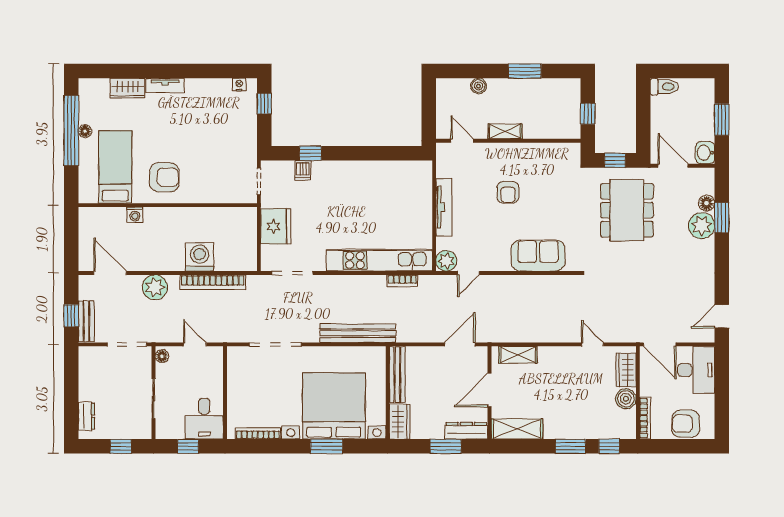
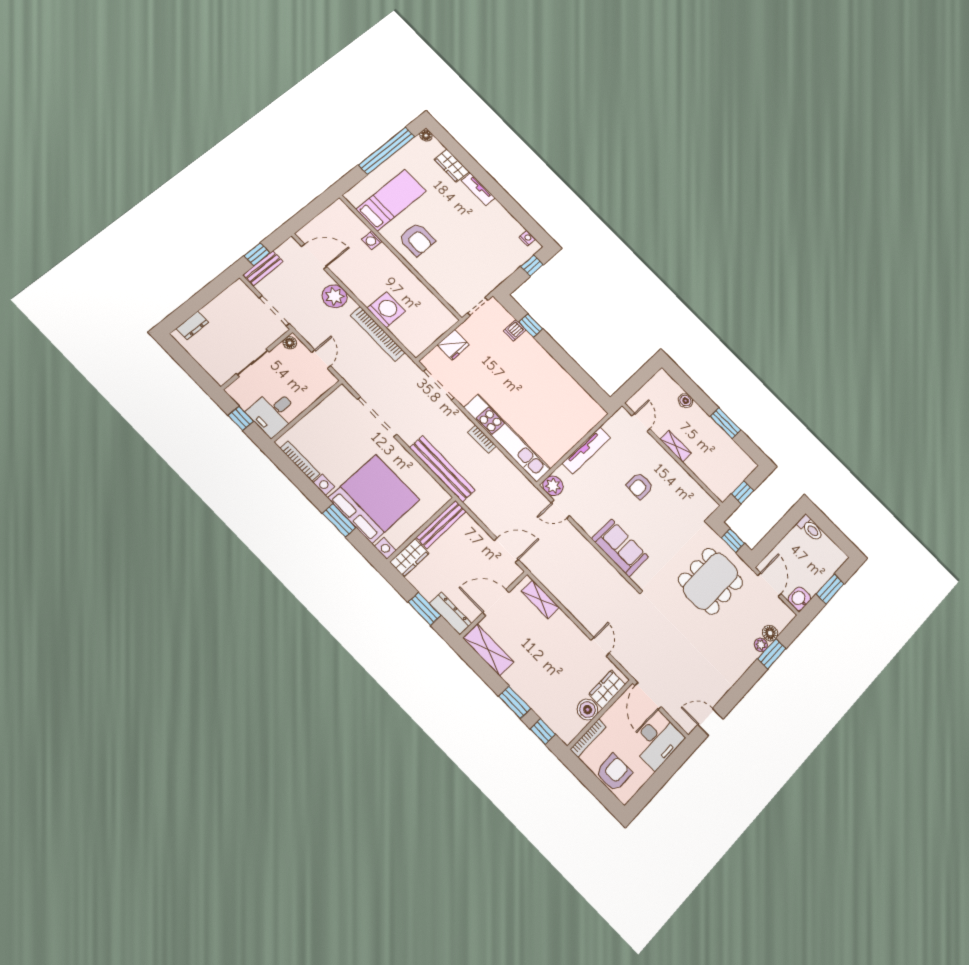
floor lamp: (85, 131) -> (426, 136), moved
fridge: (276, 226) -> (453, 345), width x0.73, depth x0.75
plant: (702, 226) -> (761, 645), width x0.53, depth x0.53
door: (110, 273) -> (314, 257), hinge flipped
bookcase: (402, 281) -> (482, 439), moved
armchair: (686, 424) -> (614, 773), turned 90
window: (121, 446) -> (193, 369), removed

